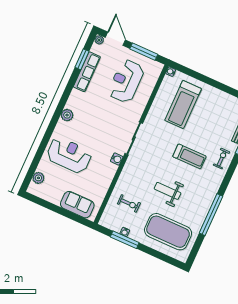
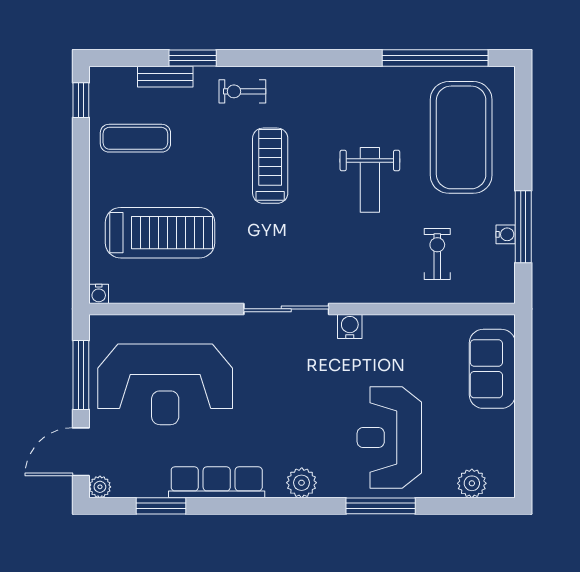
row of seats: (87, 72) -> (217, 482), moved
reception desk: (126, 81) -> (165, 384), width x1.36, depth x1.30
exercise mat: (222, 111) -> (135, 138), added
window: (45, 140) -> (381, 506), added
window: (211, 215) -> (435, 58), moved

